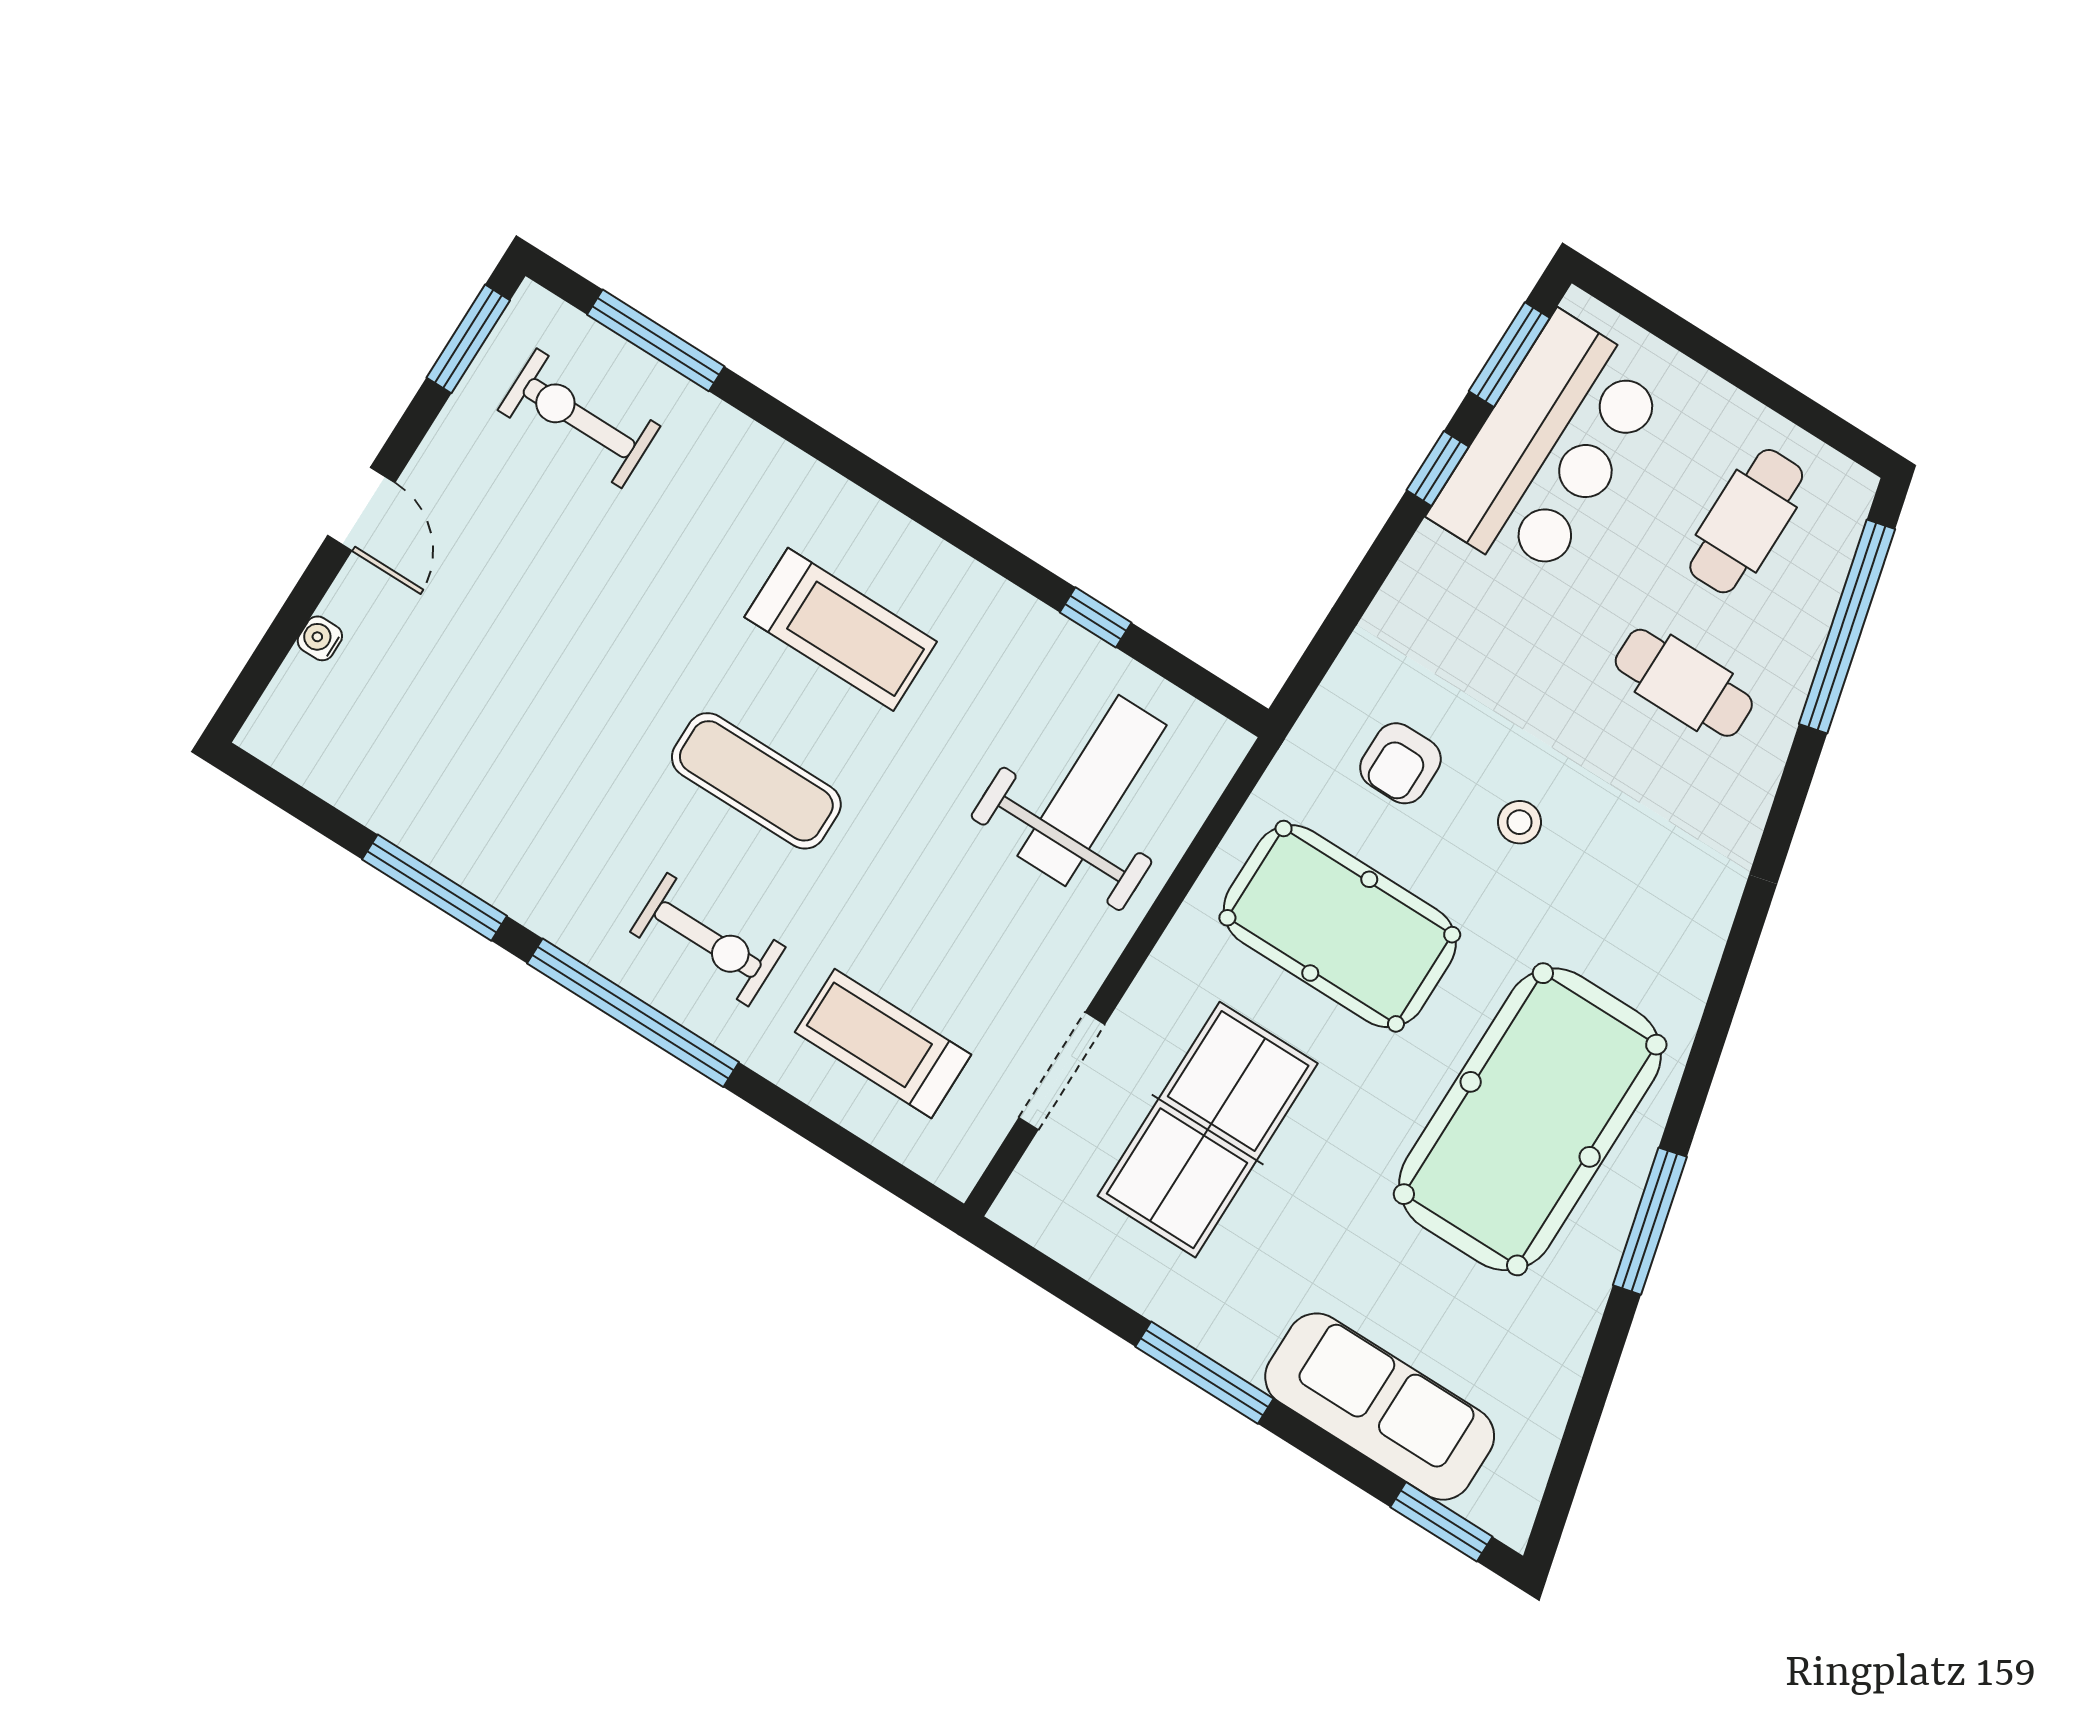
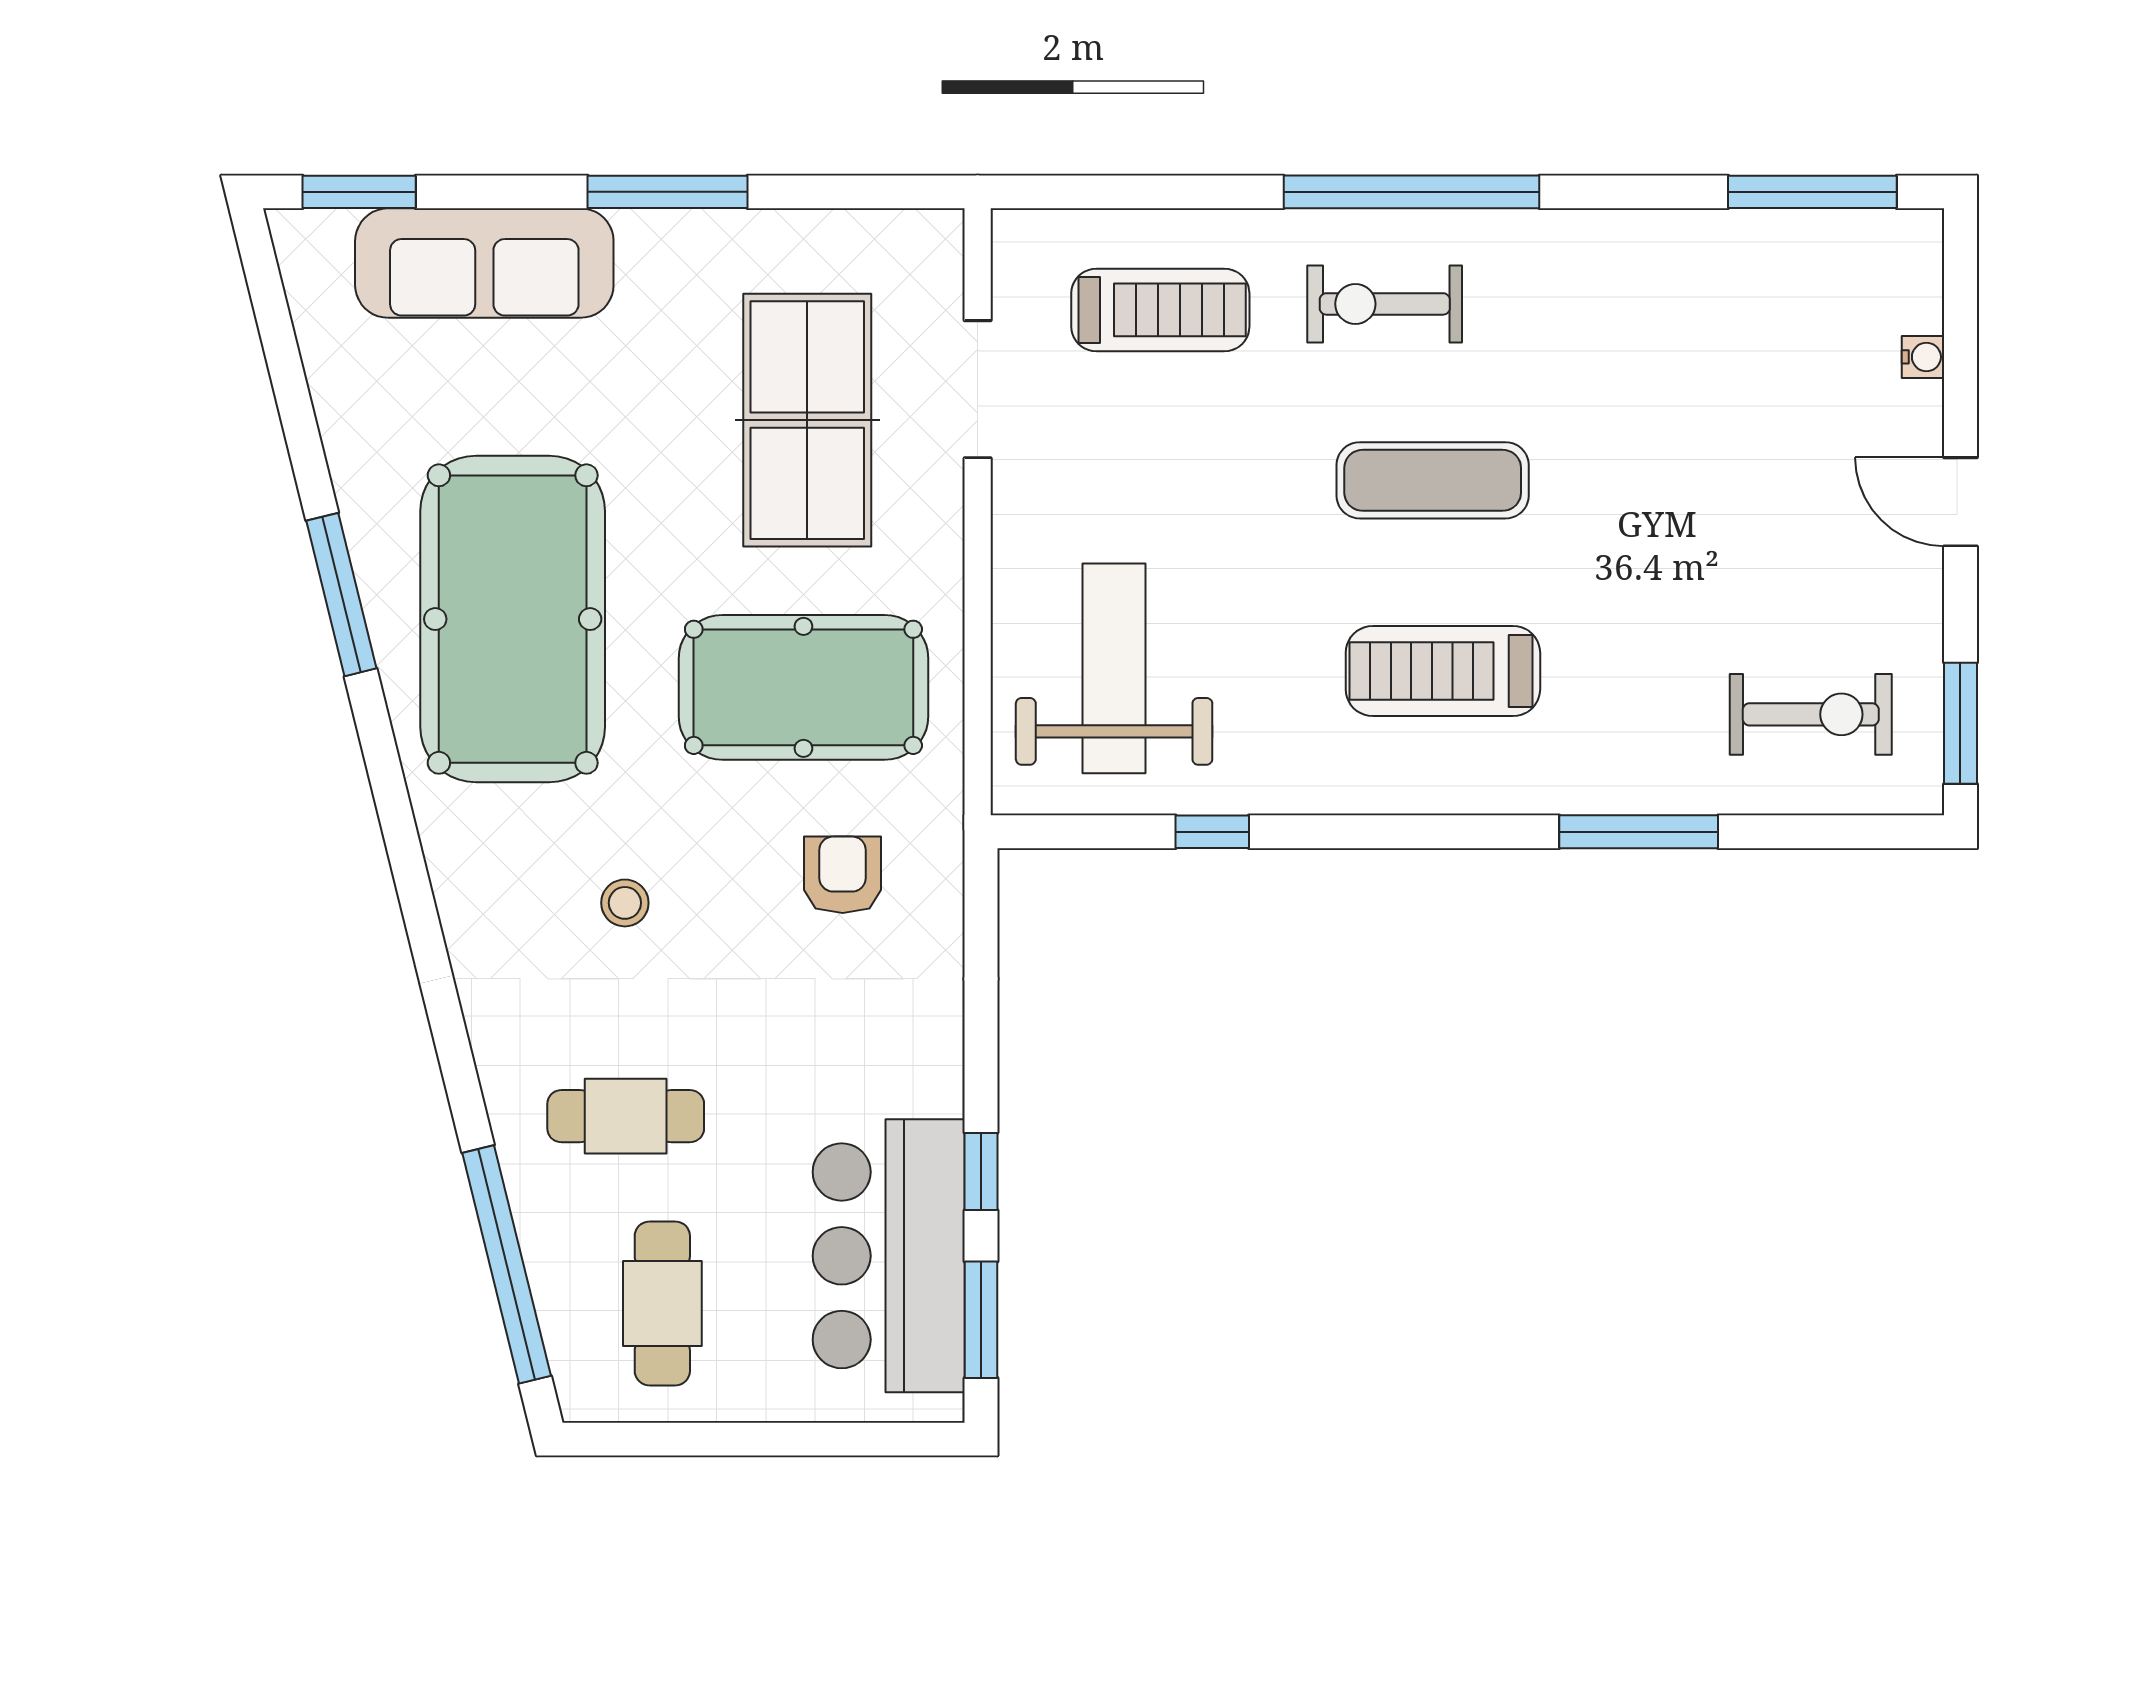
window: (656, 340) -> (1639, 832), moved
weight bench: (1092, 790) -> (1114, 668), turned 180
stool: (1519, 822) -> (625, 903), moved
window: (434, 888) -> (1812, 192), moved

